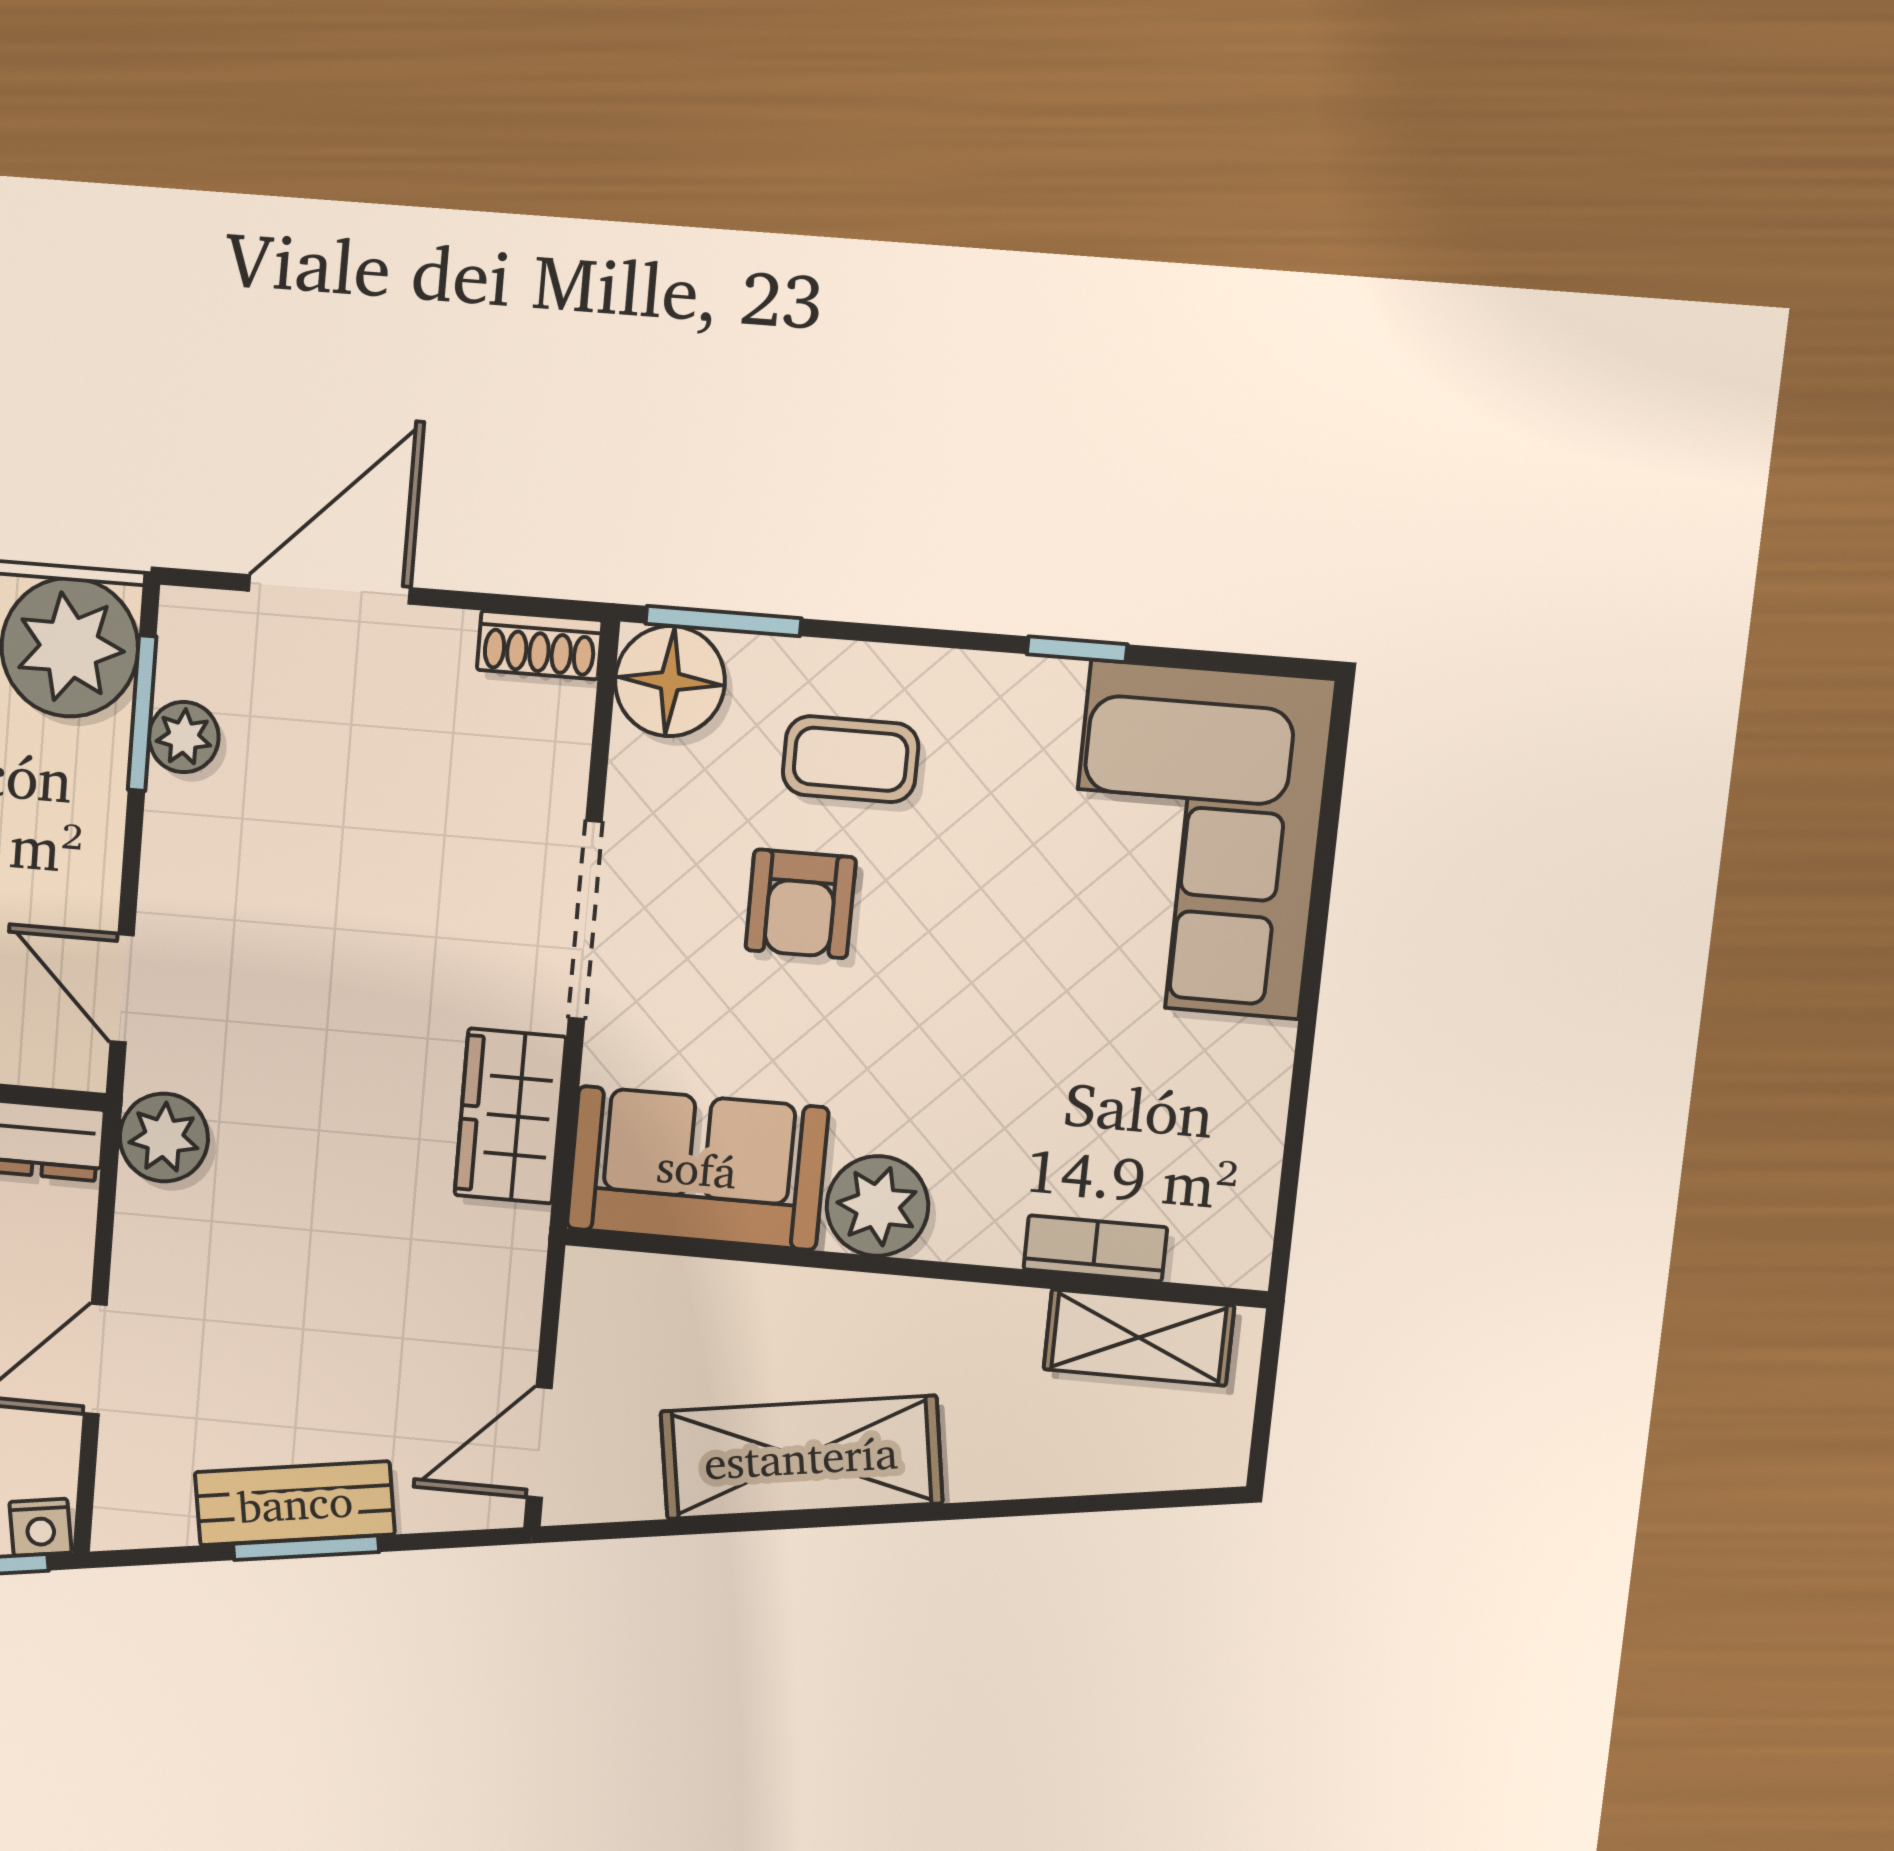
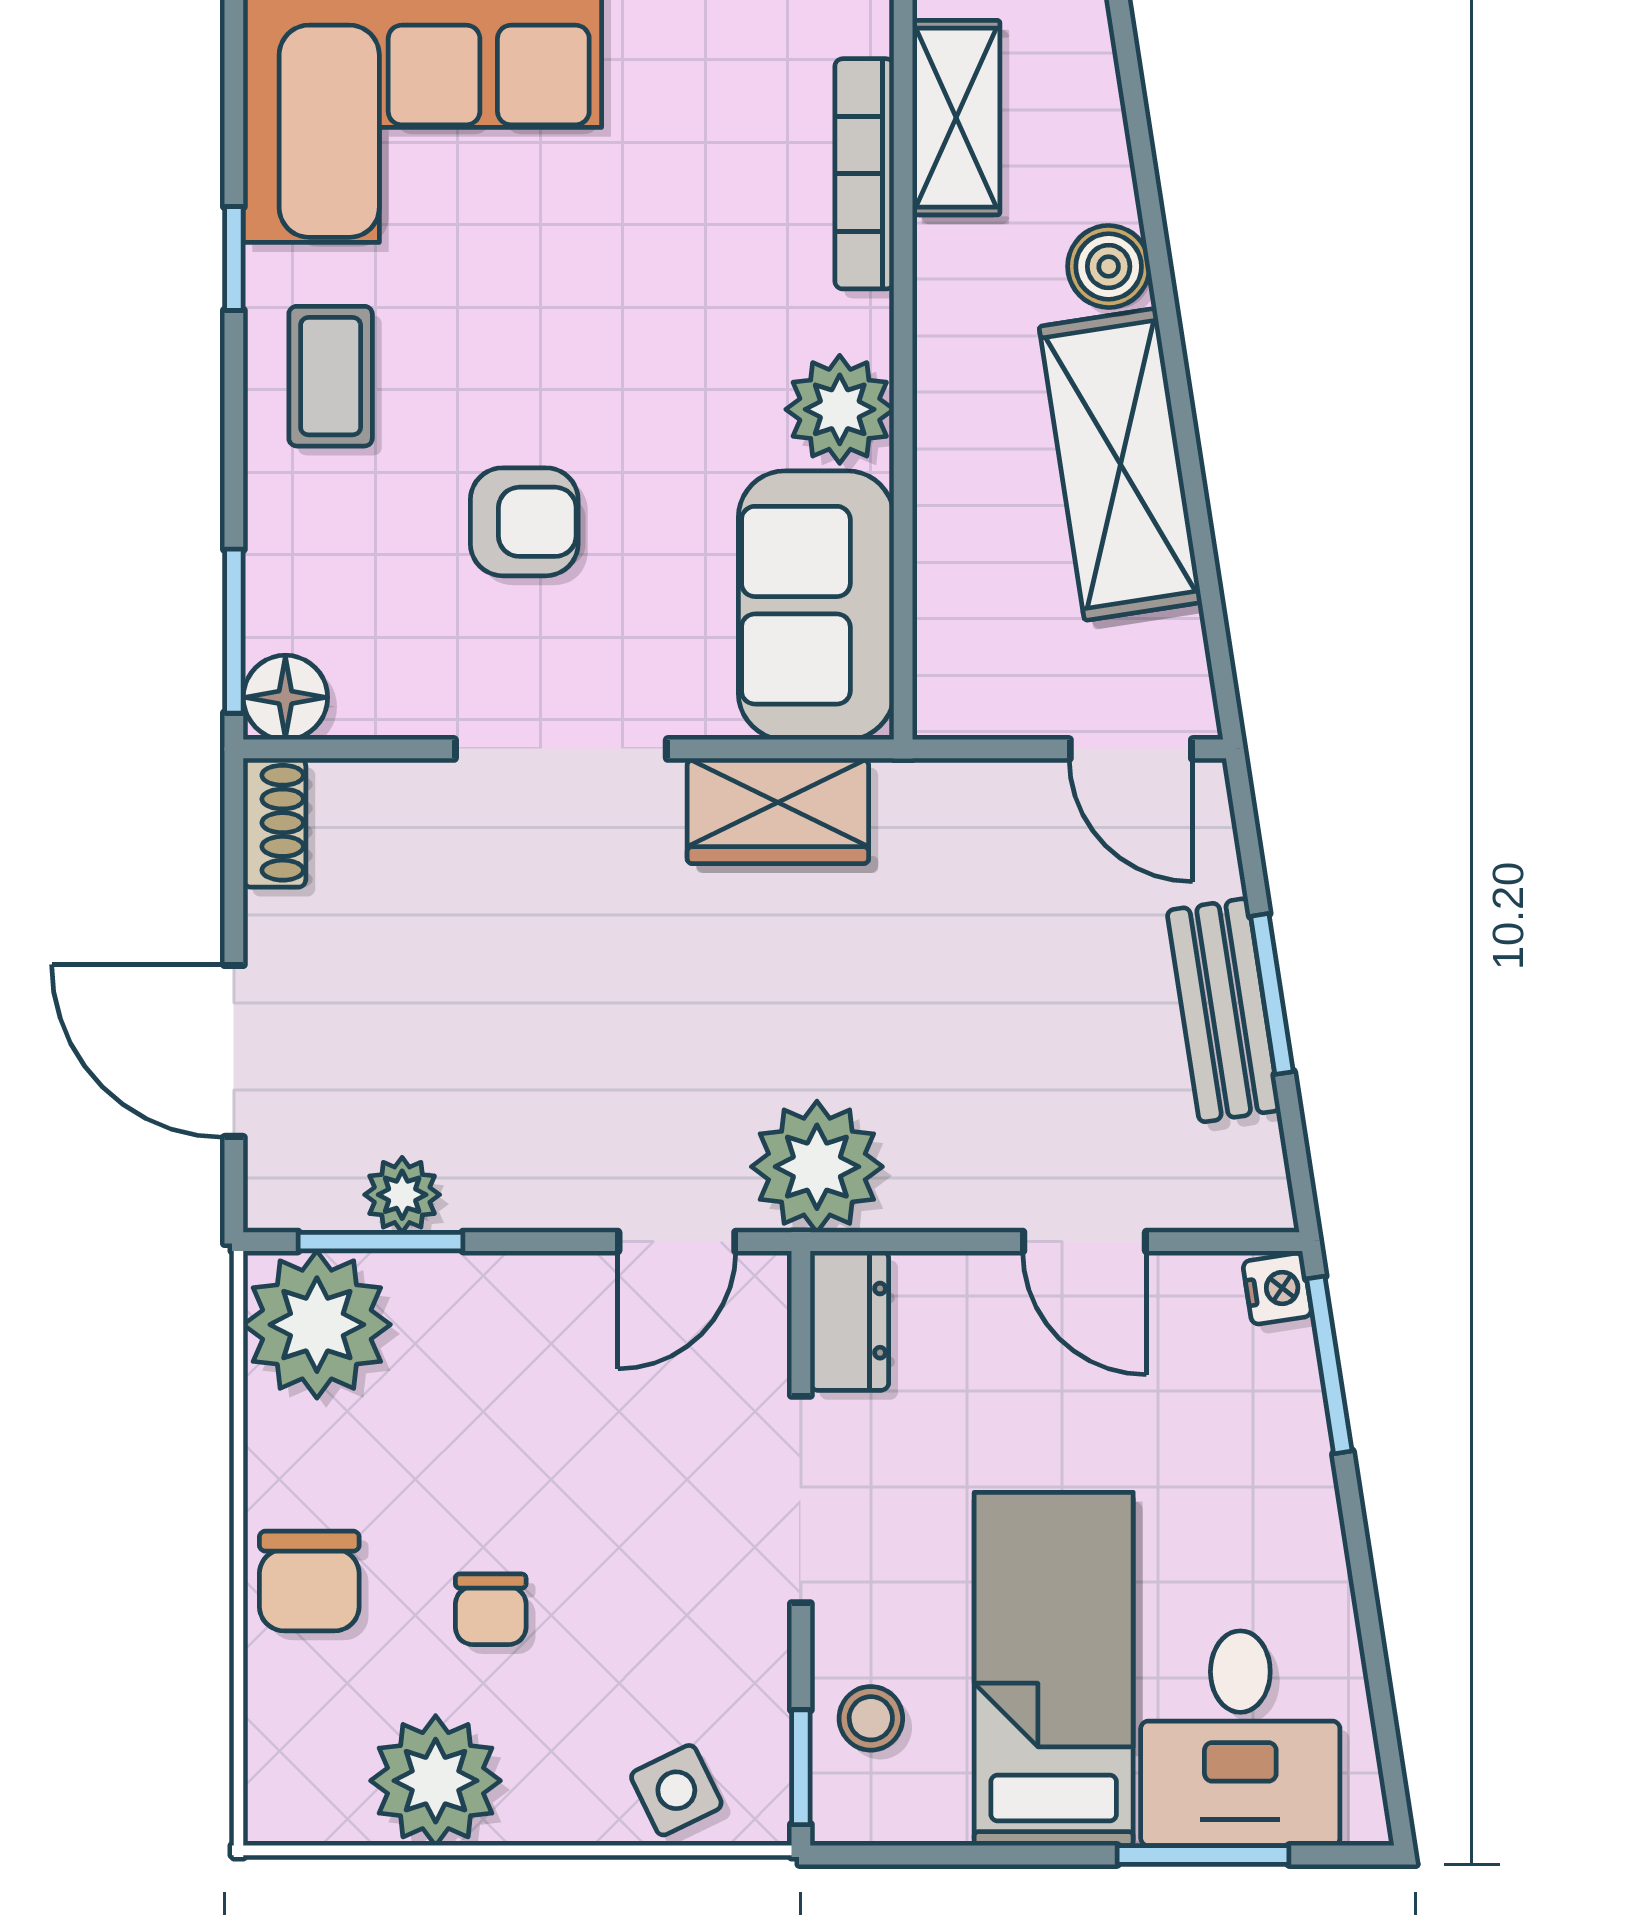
floor lamp: (670, 681) -> (285, 697), width x0.73, depth x0.73
coffee table: (850, 759) -> (331, 376), moved
plant: (164, 1138) -> (817, 1167), width x1.36, depth x1.36
bookcase: (1095, 1248) -> (864, 174), width x1.56
boiler: (985, 1464) -> (1109, 267), added

